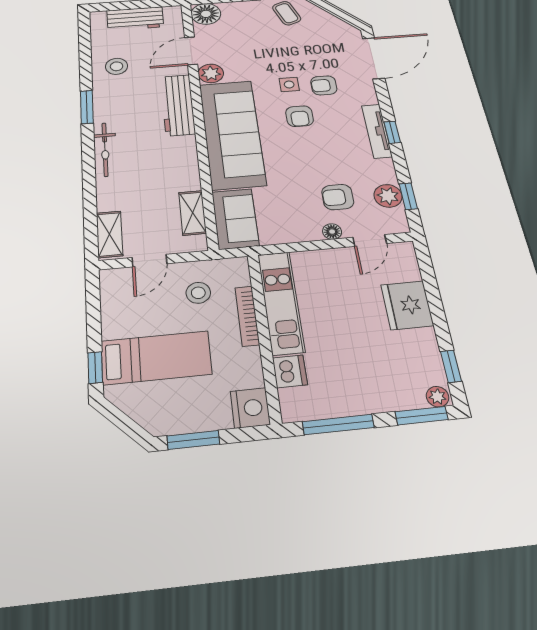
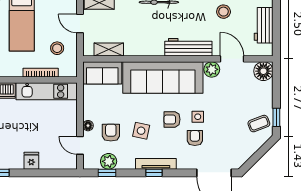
side table: (326, 155) -> (141, 131), added
fridge: (407, 305) -> (31, 161), width x0.53, depth x0.75

